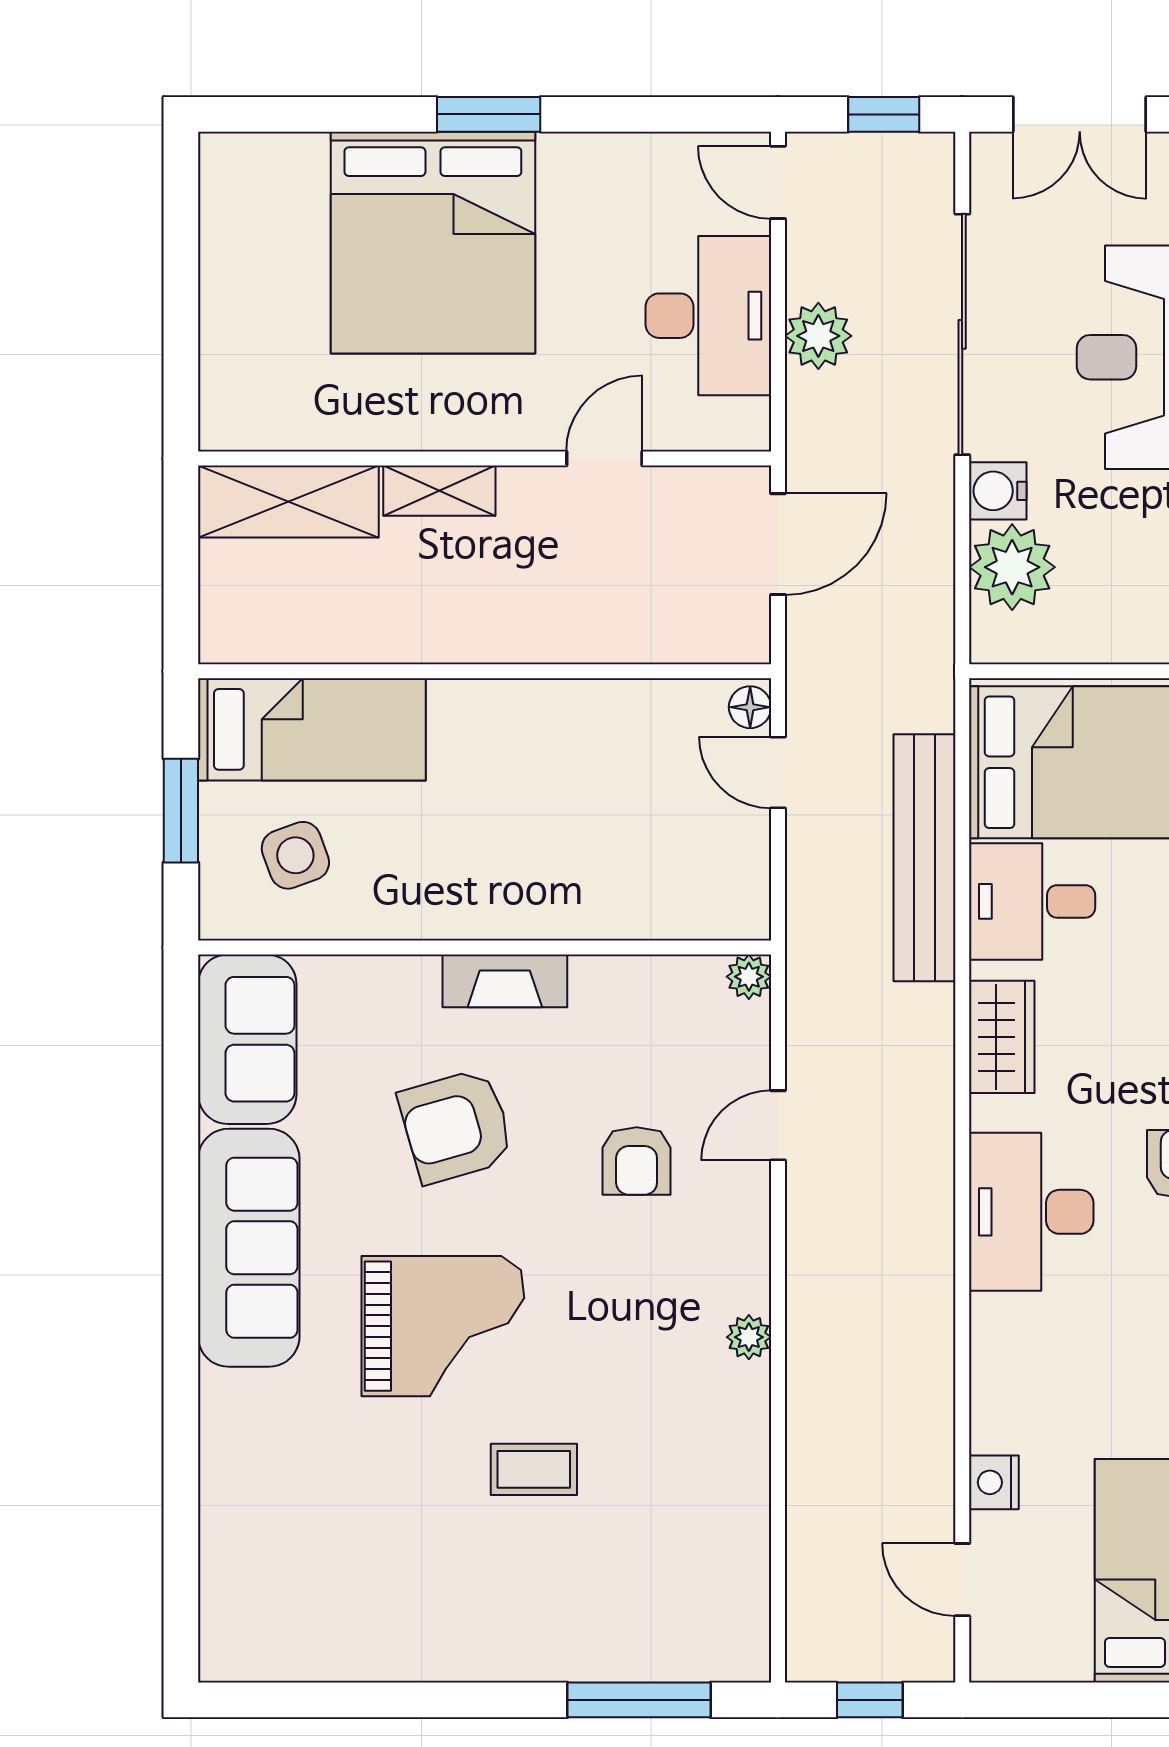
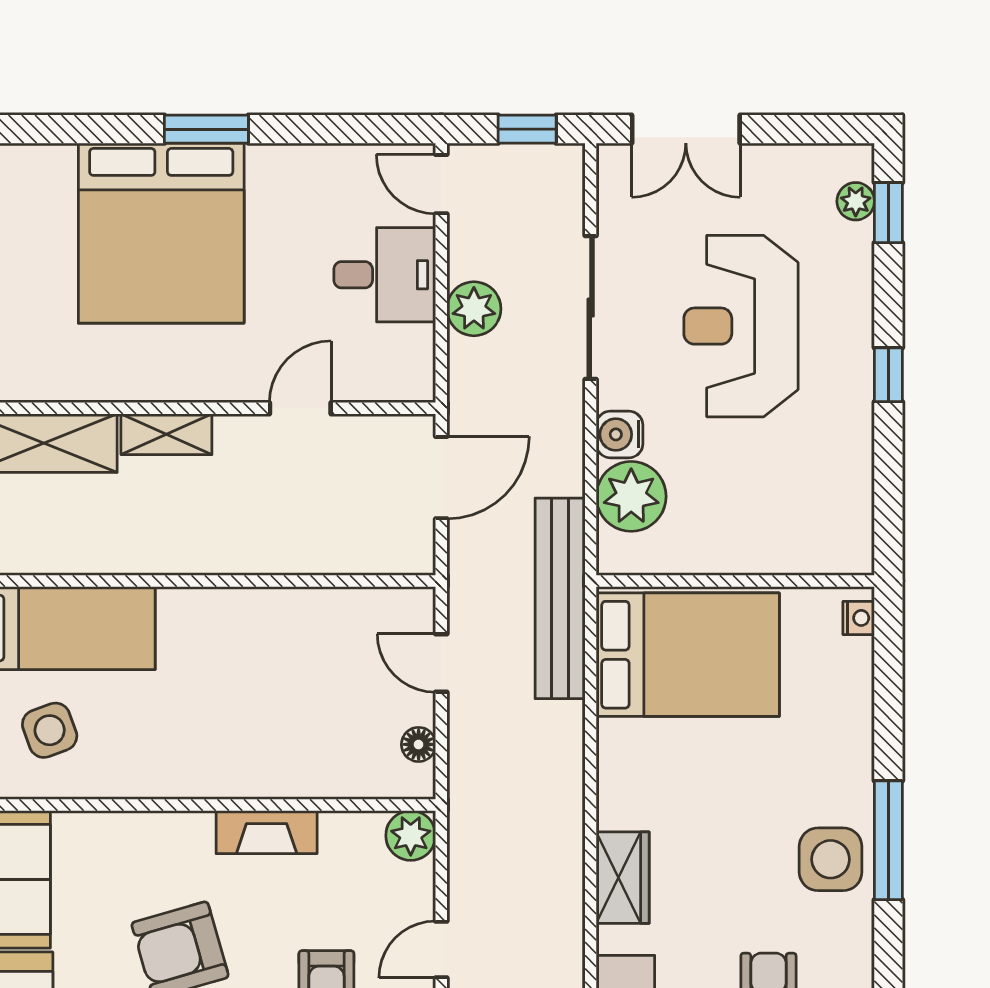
desk: (708, 316) -> (385, 275), width x0.73
sliding door: (962, 334) -> (591, 308), width x0.73
floor lamp: (750, 707) -> (419, 744), moved
bench: (924, 858) -> (560, 598), moved
desk: (1032, 901) -> (647, 768), removed
plant: (749, 977) -> (411, 836), width x1.38, depth x1.38
fireplace: (505, 981) -> (267, 832), moved

